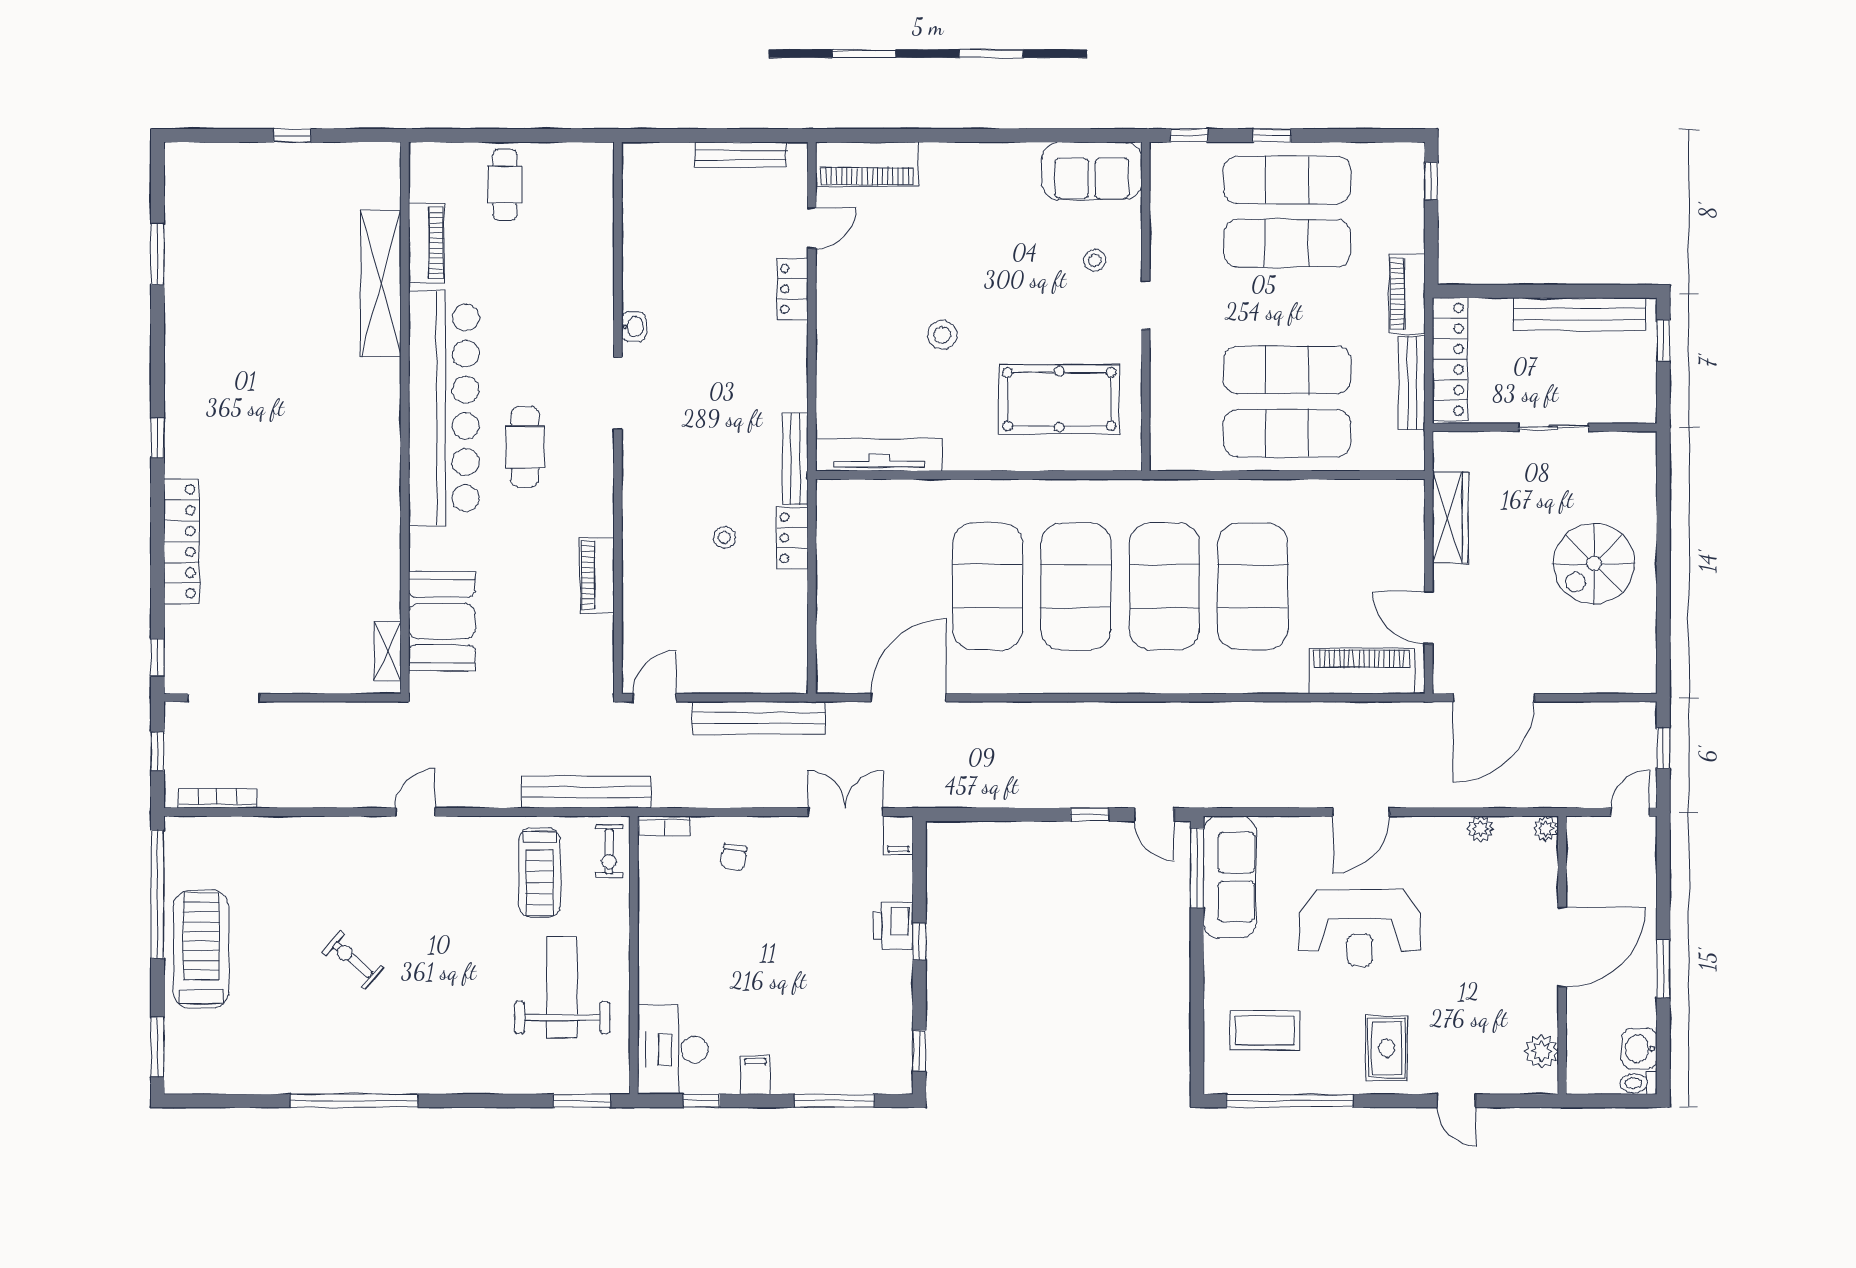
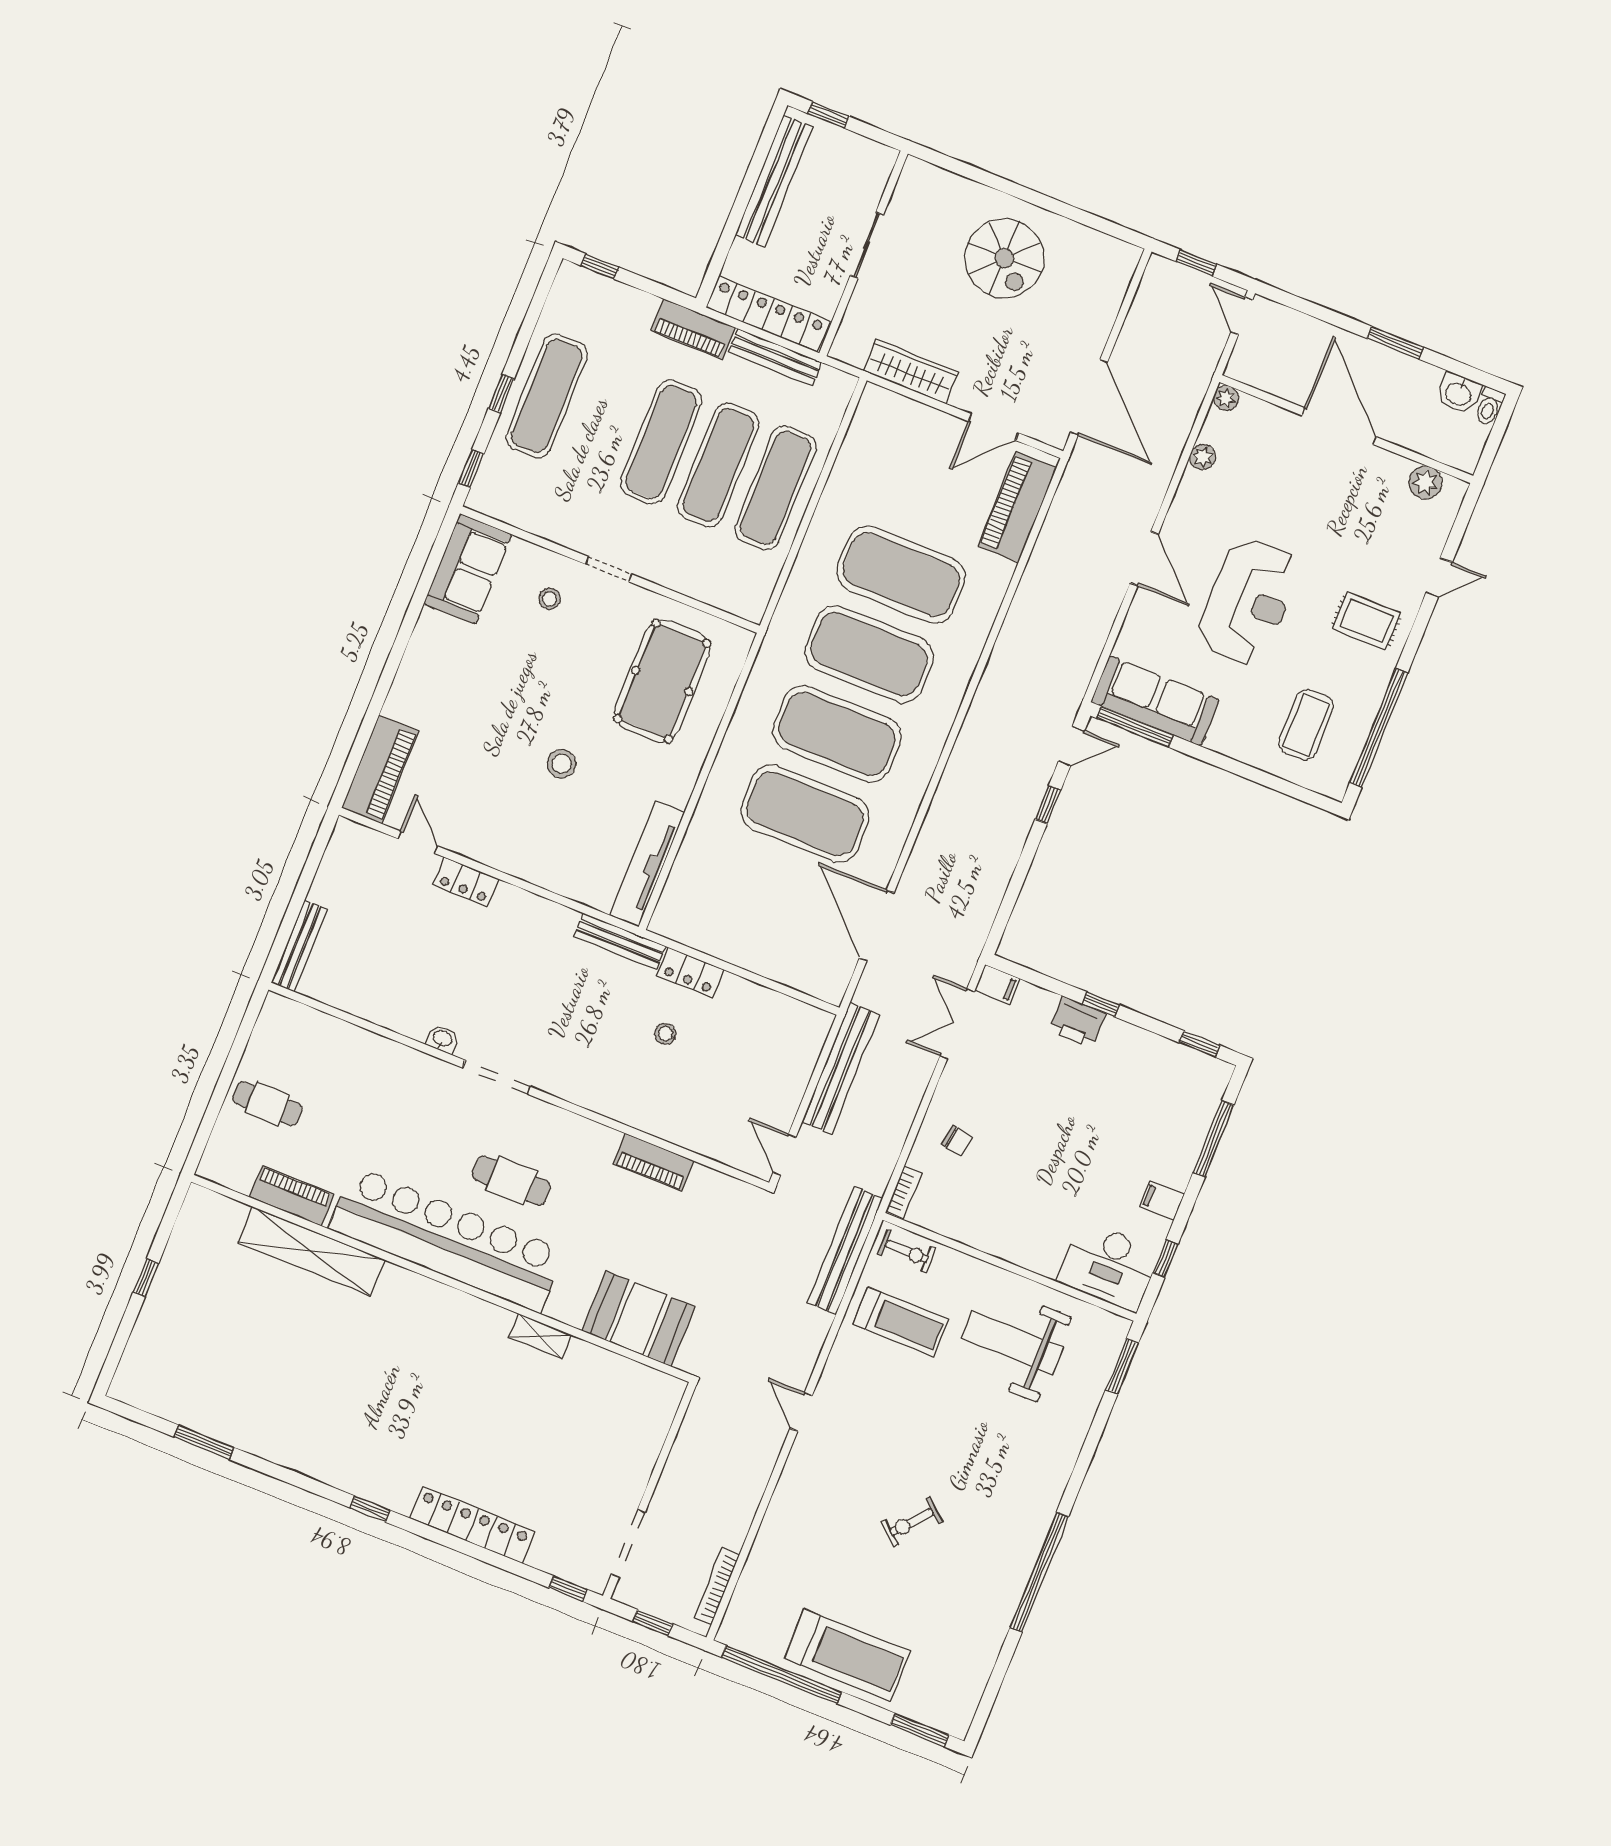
bench: (741, 155) -> (299, 946), moved
exercise mat: (1287, 243) -> (661, 442), moved
shelving: (388, 651) -> (540, 1336), moved
treadmill: (201, 949) -> (847, 1655), turned 180

